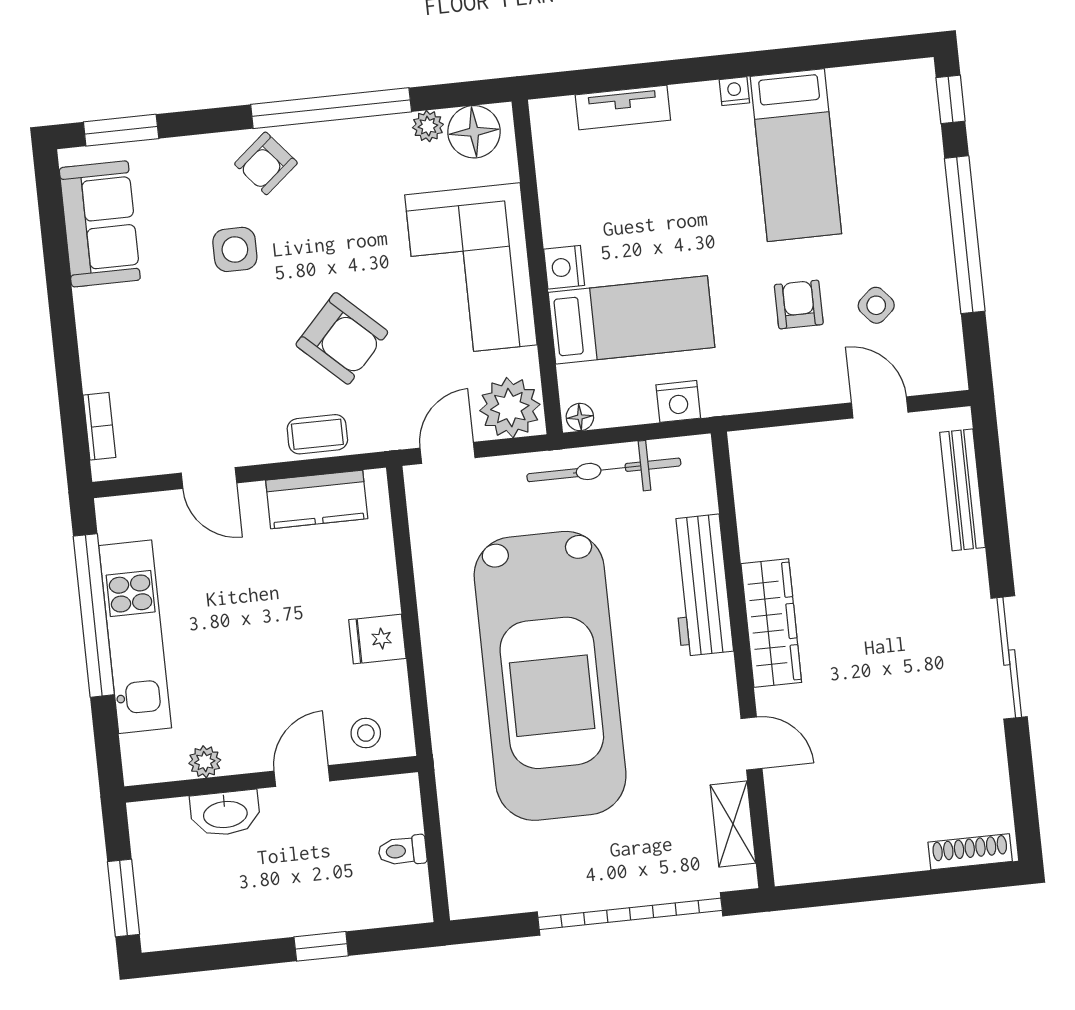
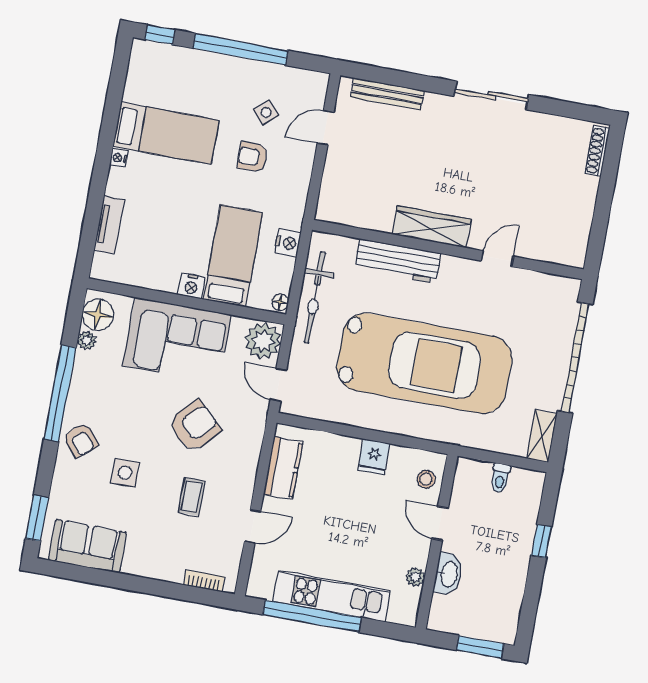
coffee table: (317, 434) -> (192, 497), moved
shelving: (733, 824) -> (542, 436), moved, turned 90

